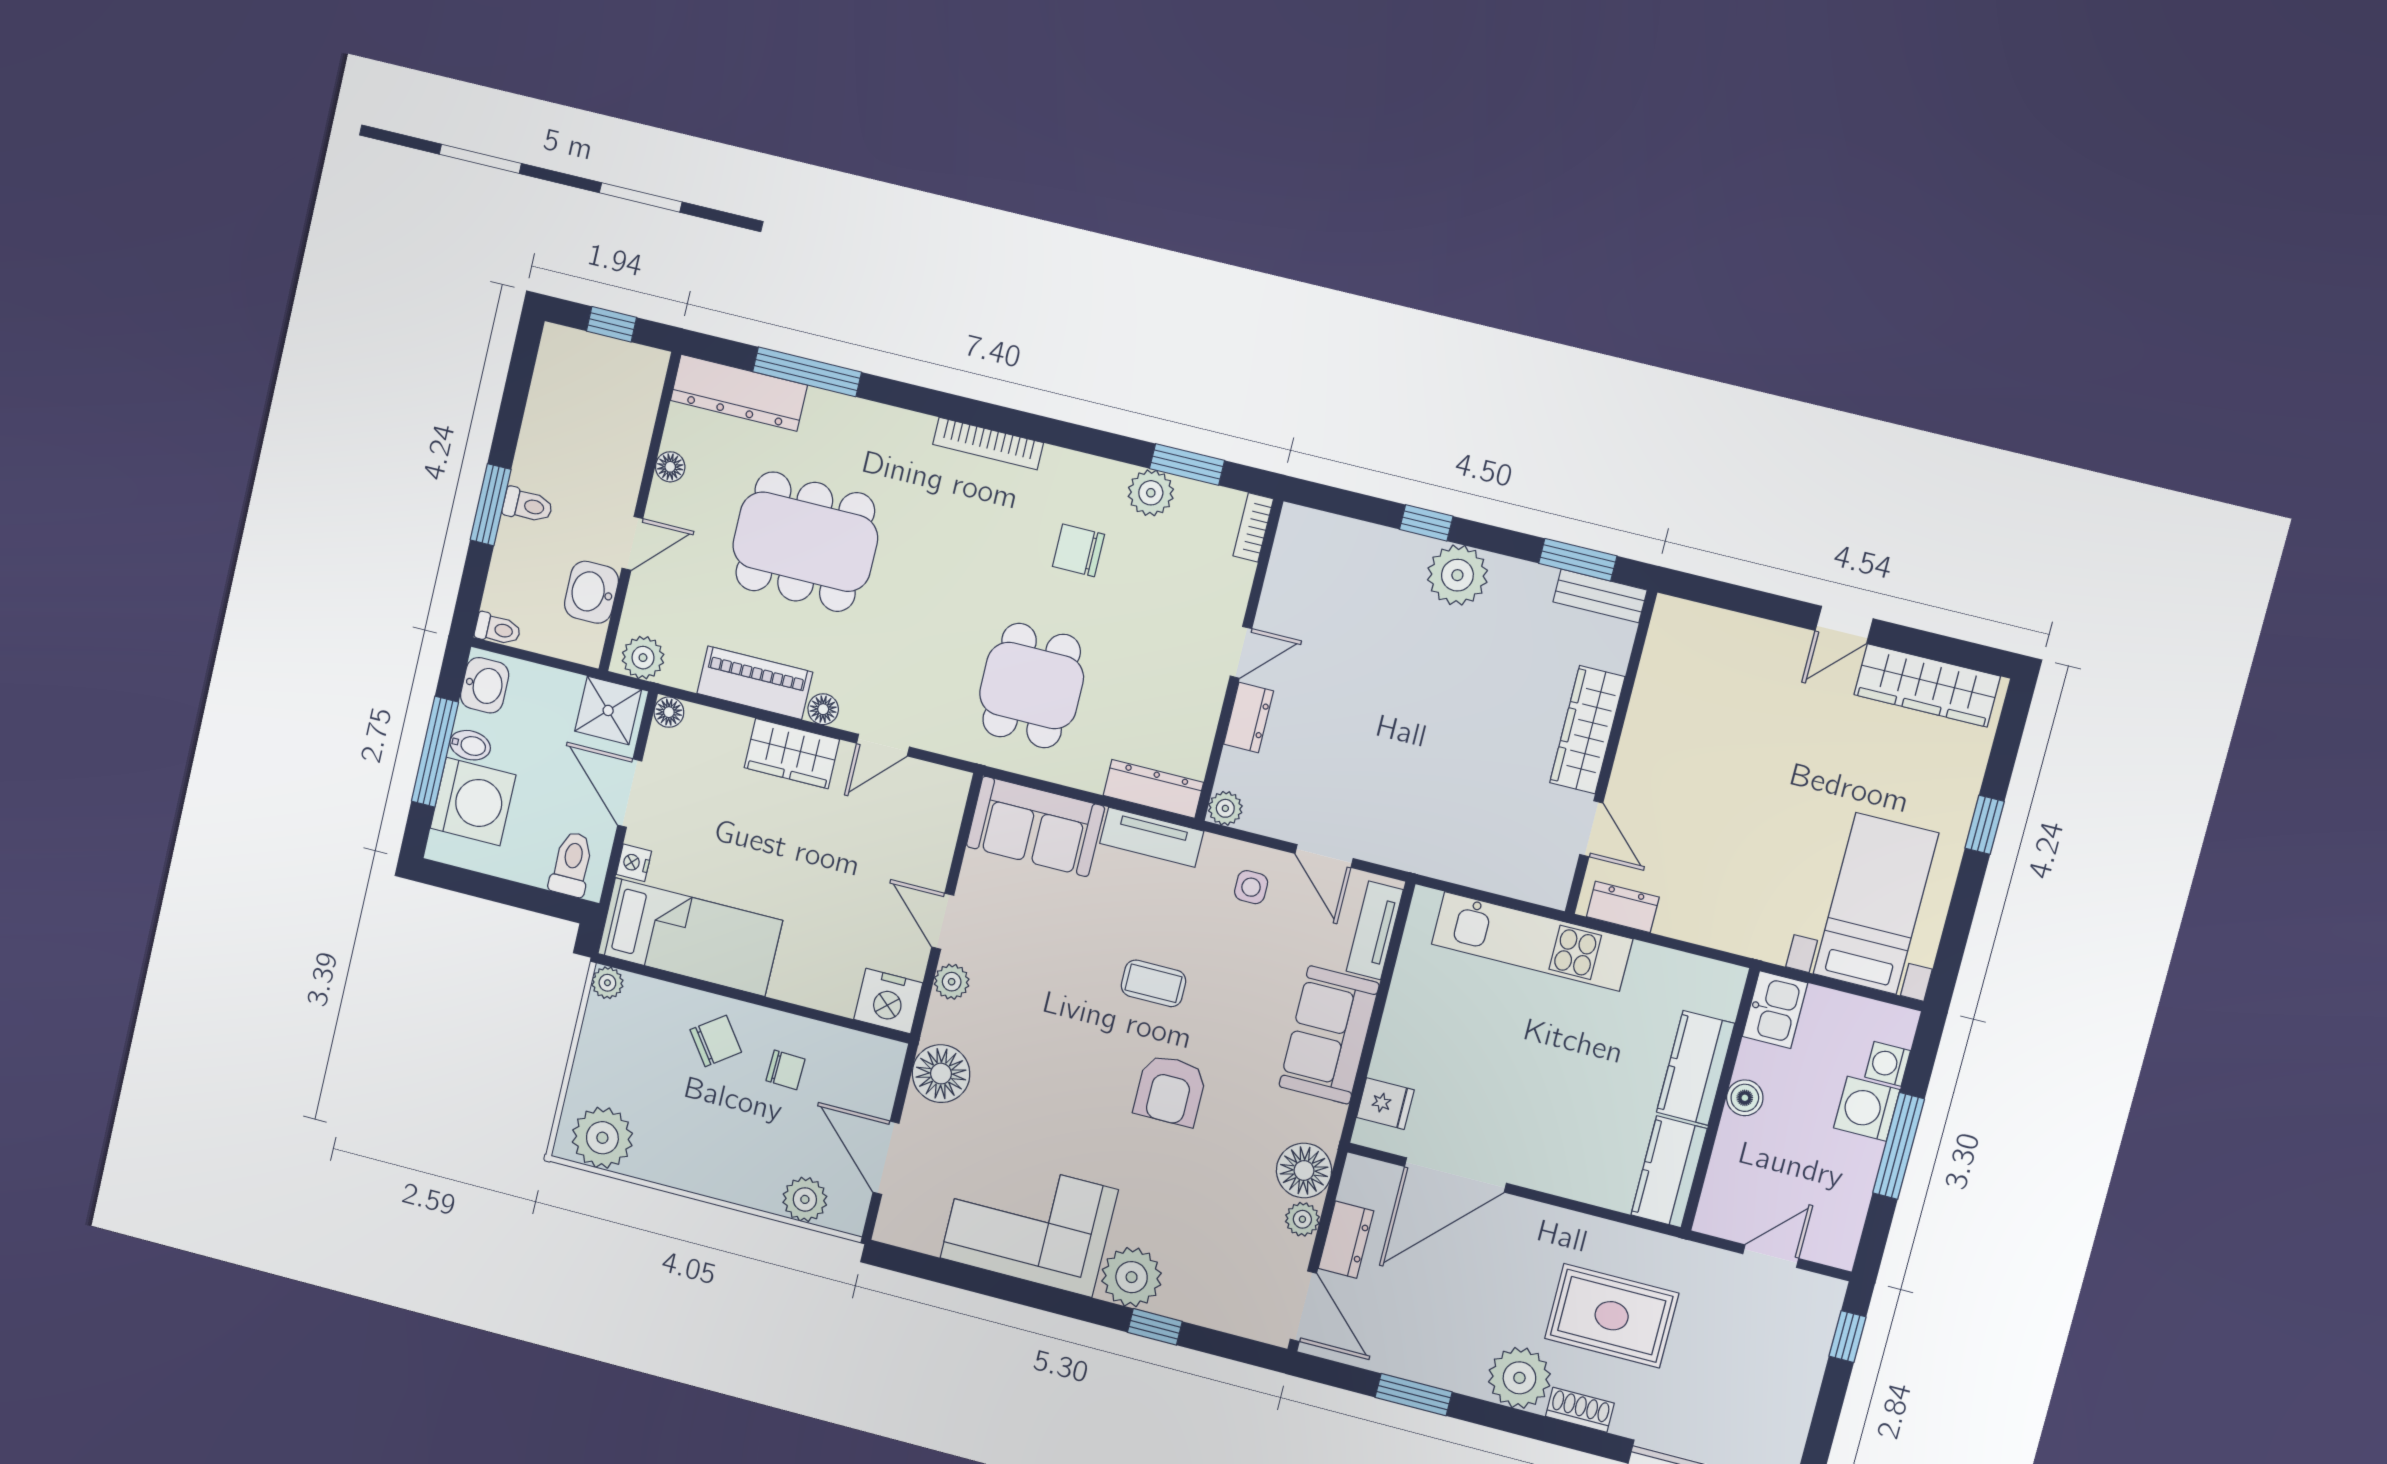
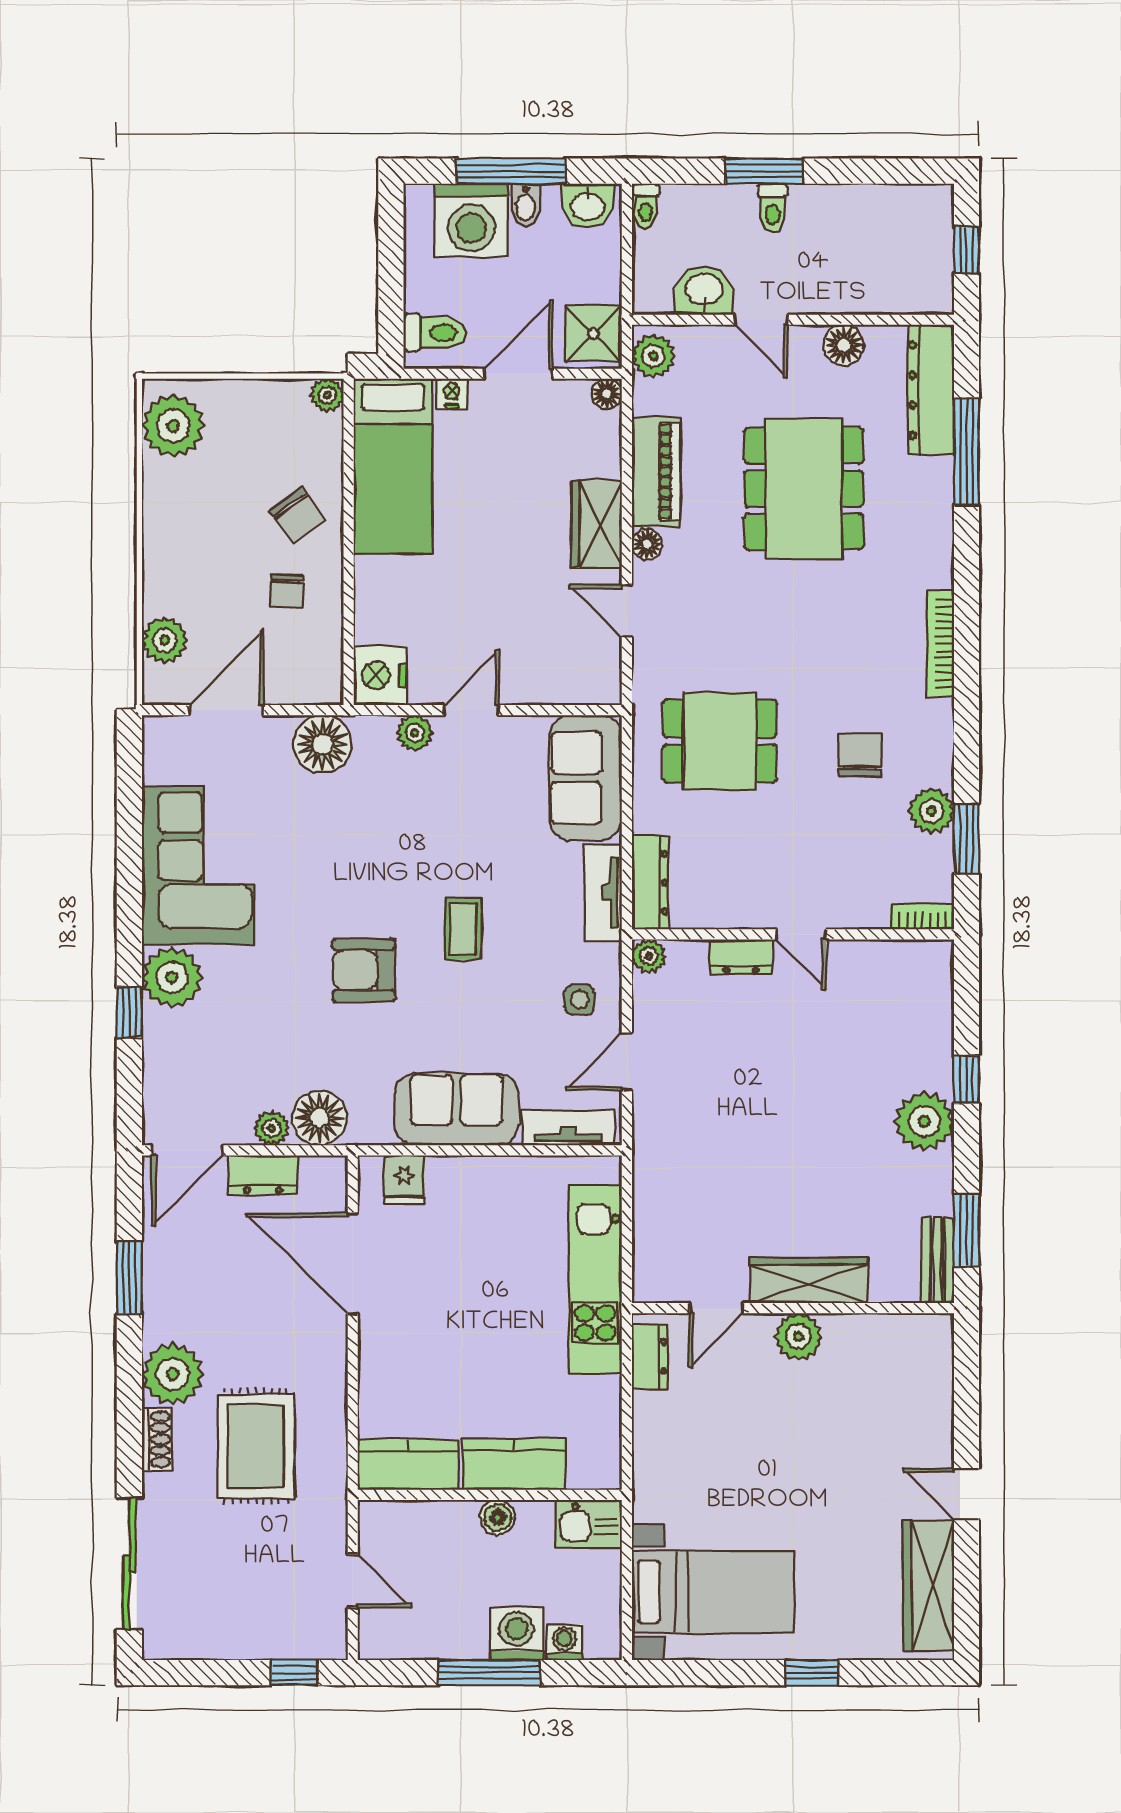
floor lamp: (670, 467) -> (844, 345), width x1.37, depth x1.37
plant: (1641, 754) -> (798, 1336), added

